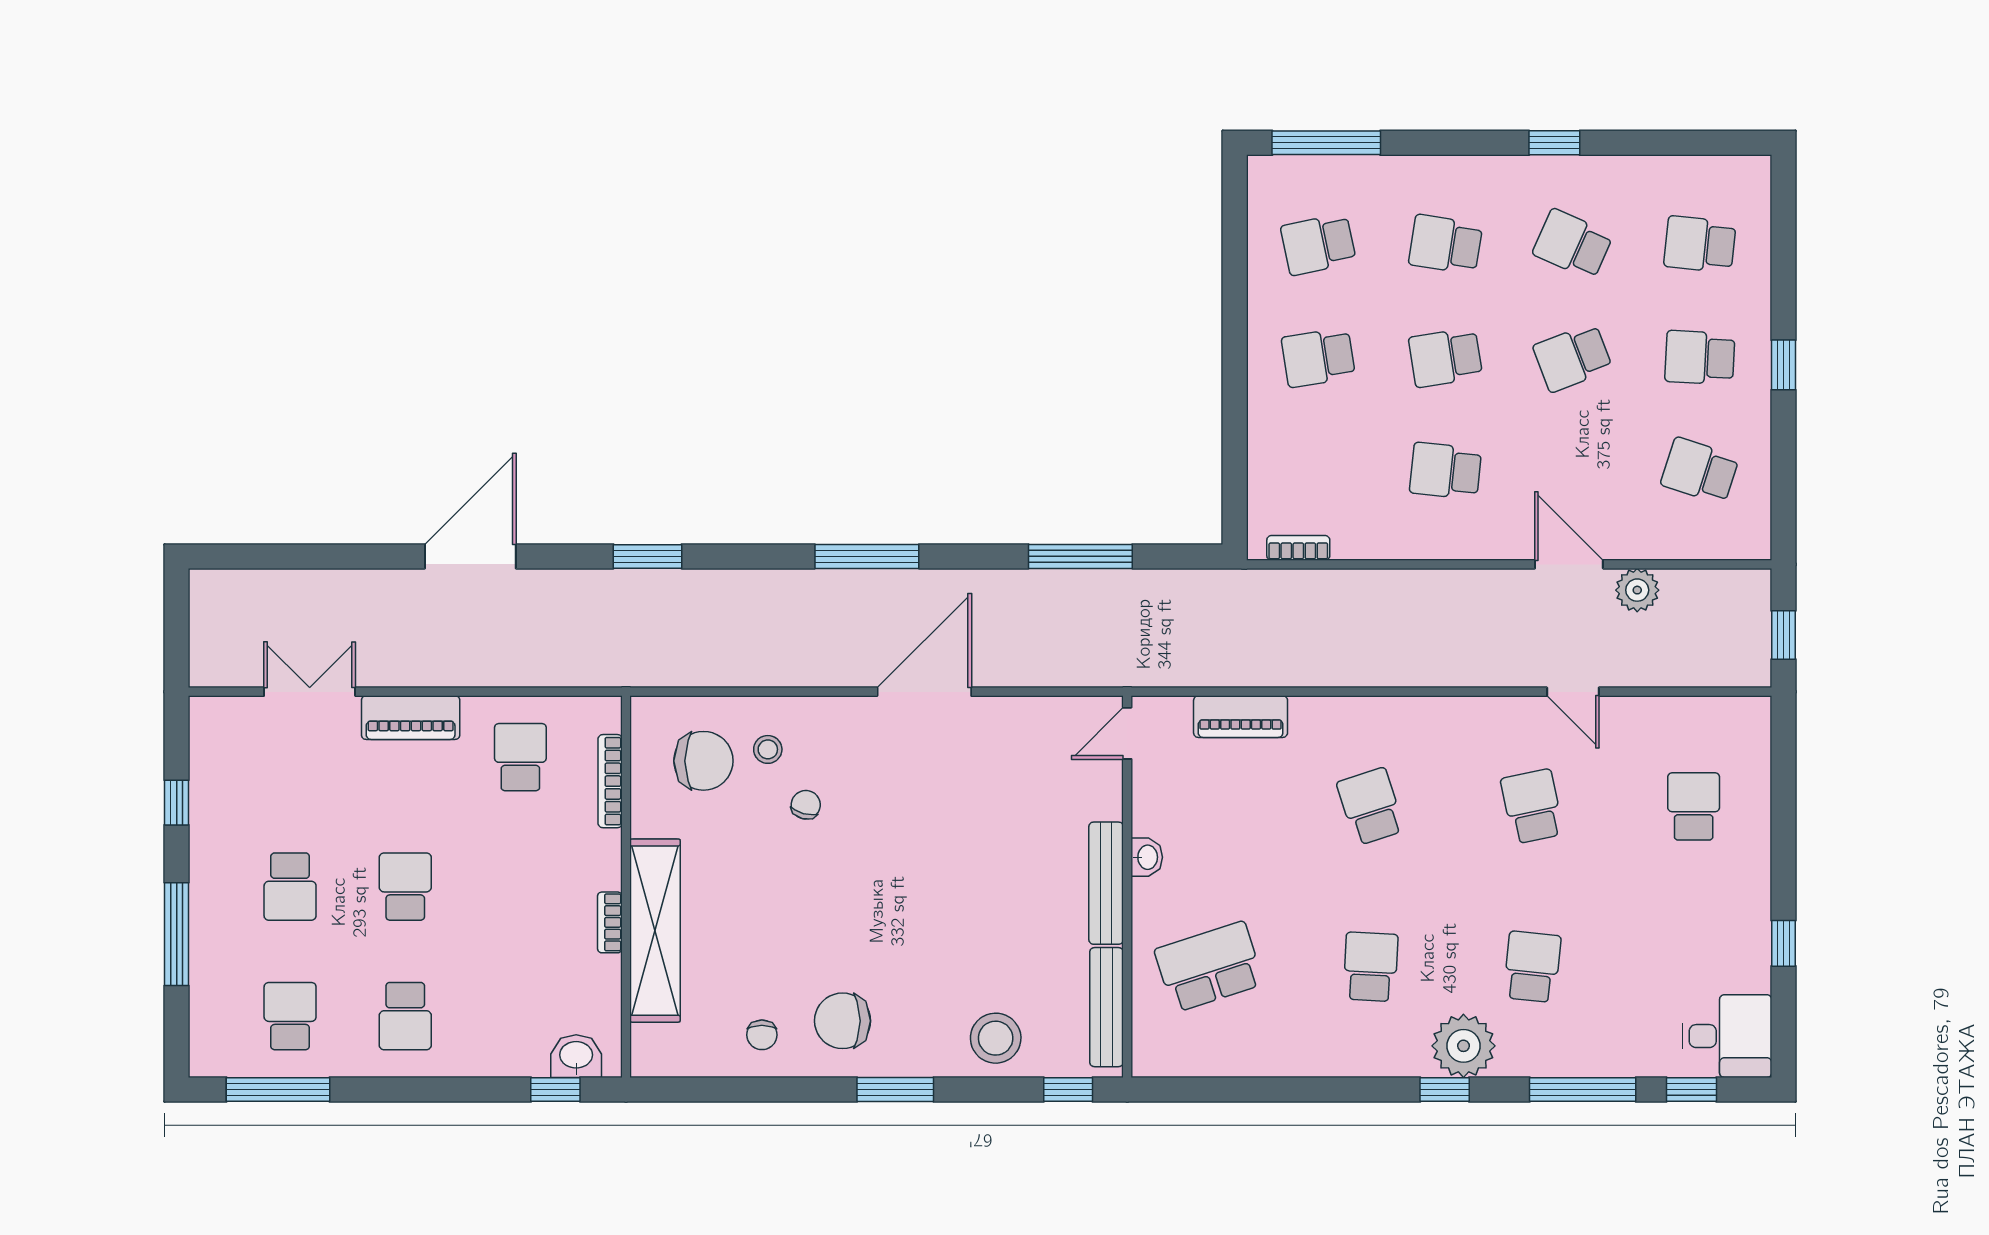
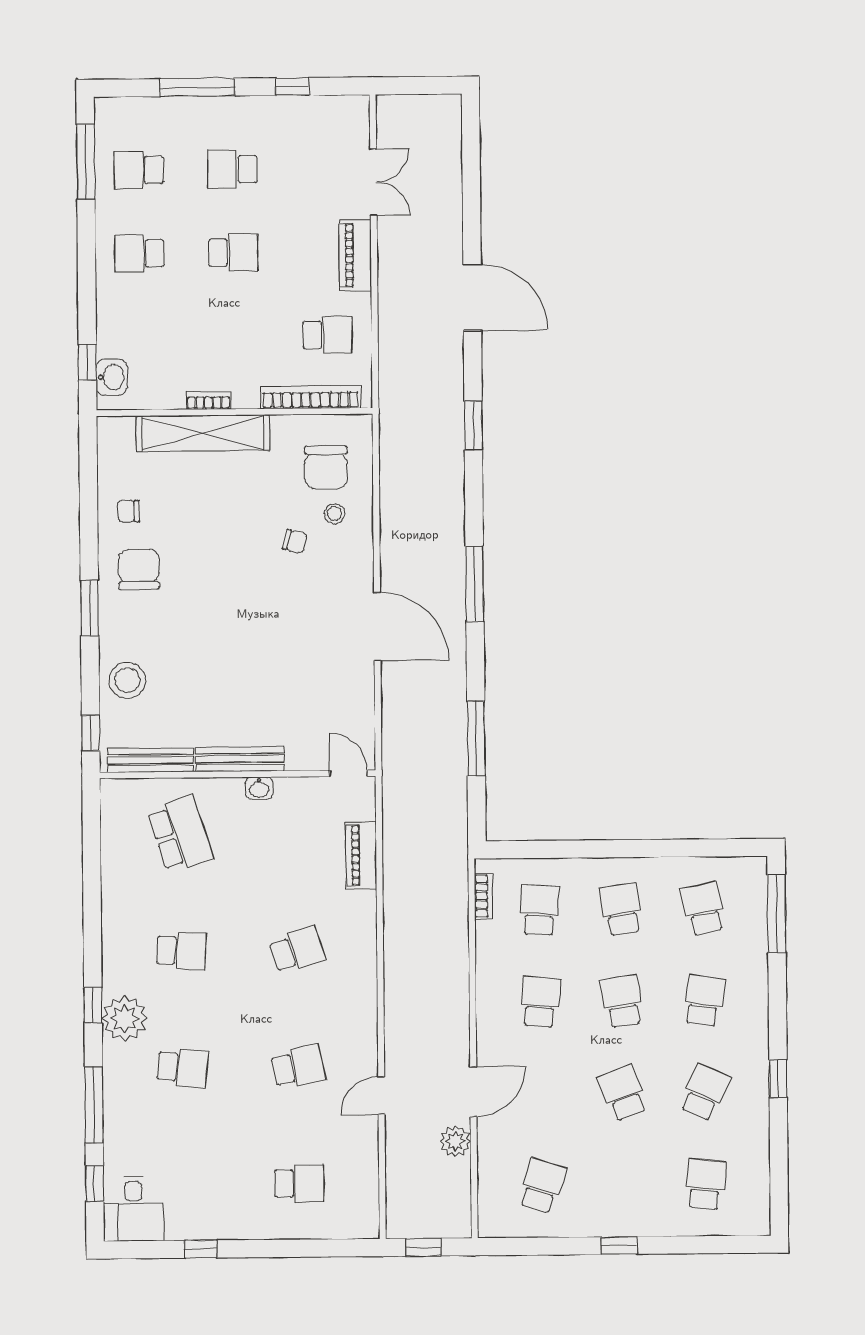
school desk: (1700, 358) -> (539, 910), moved
bookcase: (610, 781) -> (311, 397), width x1.48, depth x1.31
school desk: (290, 1016) -> (139, 170), turned 180

